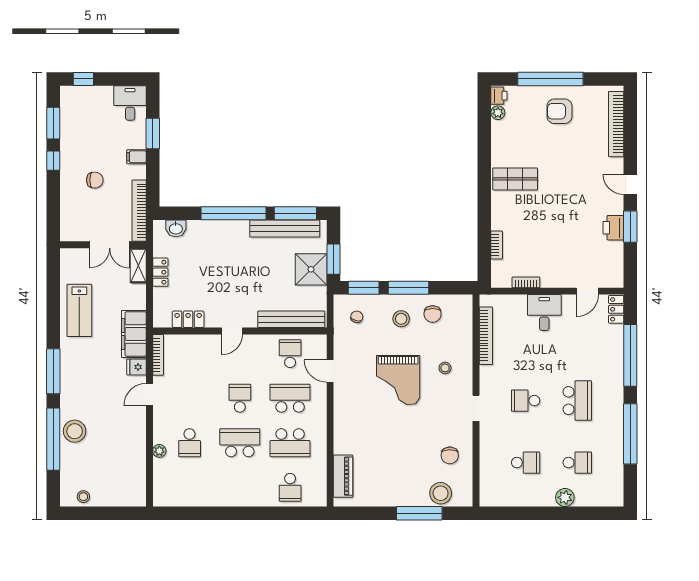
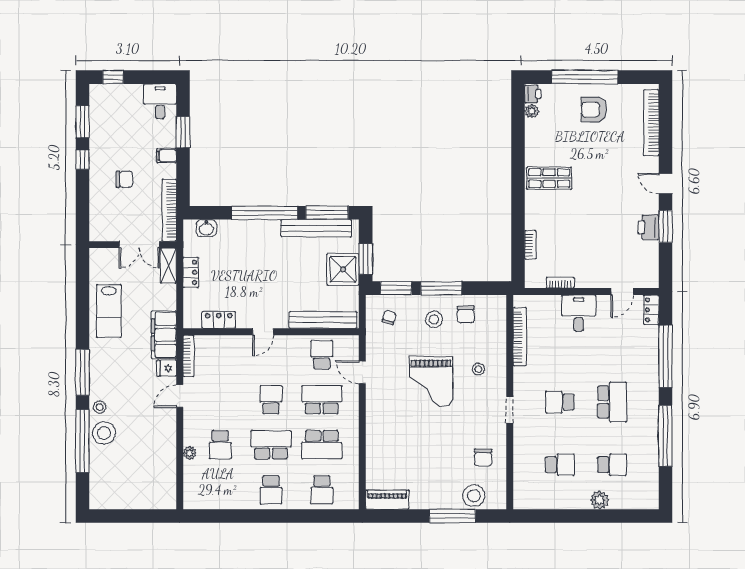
piano: (343, 476) -> (387, 500), moved, turned -90
school desk: (240, 487) -> (271, 490), added
stool: (83, 497) -> (100, 407), moved

